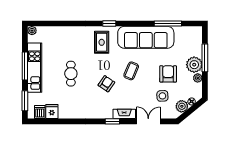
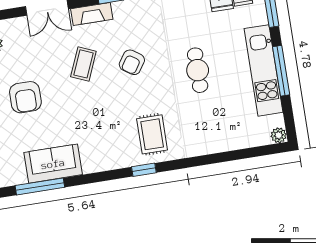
sofa: (146, 37) -> (53, 164), width x0.54, depth x0.79
coffee table: (131, 71) -> (83, 64), moved
side table: (162, 96) -> (29, 57), removed

